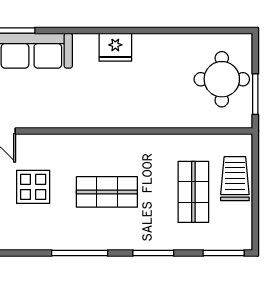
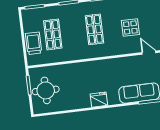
trolley: (235, 179) -> (34, 43), turned 180
shop shelf: (107, 192) -> (94, 29), turned 90

